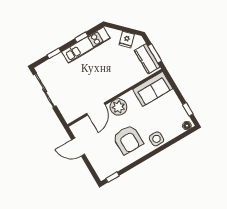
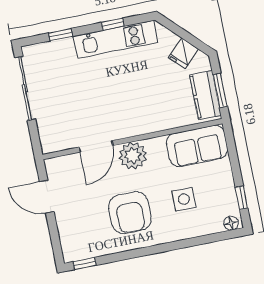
side table: (156, 139) -> (184, 199), moved

